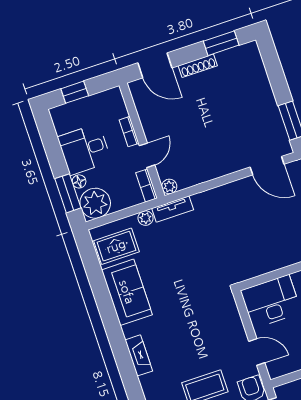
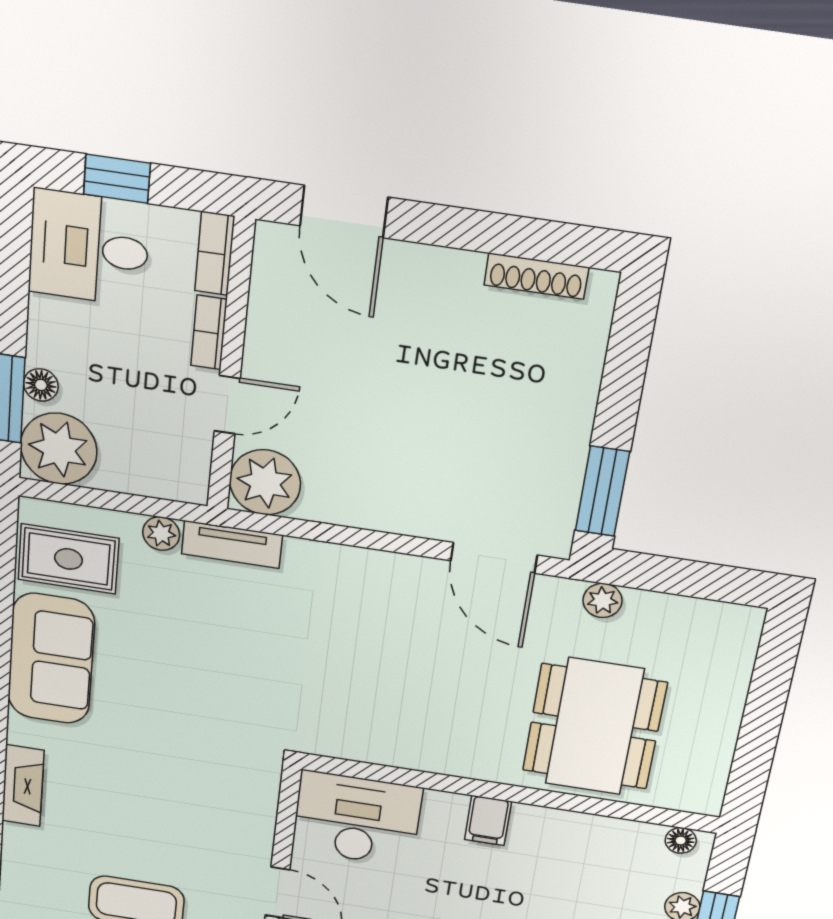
window: (221, 43) -> (532, 239), removed
shoe rack: (198, 66) -> (536, 276), moved
desk: (84, 149) -> (89, 248), moved
bookcase: (147, 186) -> (215, 254), moved
plant: (169, 187) -> (265, 482), width x1.88, depth x1.88

